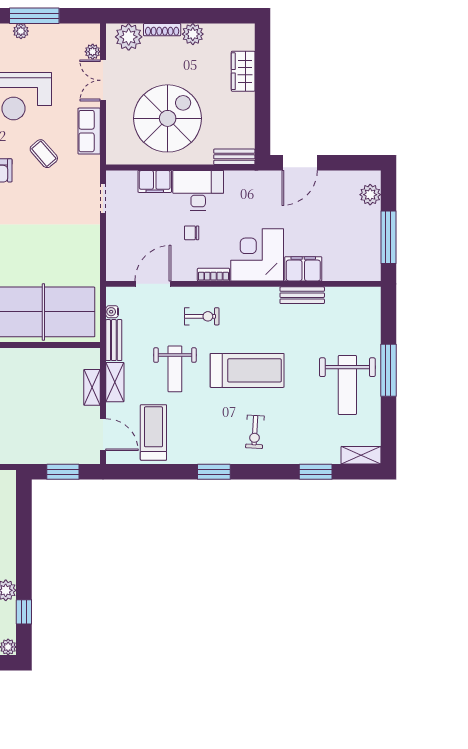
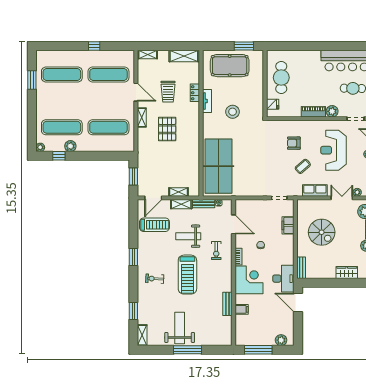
spiral stairs: (168, 118) -> (322, 232), width x0.73, depth x0.73
desk: (198, 190) -> (283, 279), moved
filing cabinet: (303, 269) -> (242, 309), width x0.50
weight bench: (347, 385) -> (180, 328), turned 90

